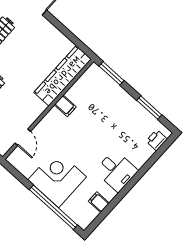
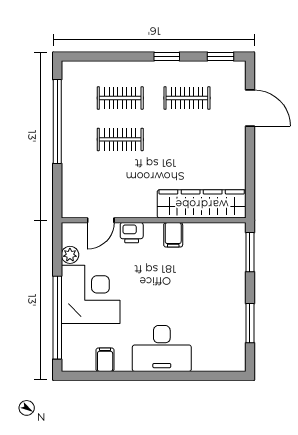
printer: (157, 140) -> (132, 233), moved, turned 180
plant: (26, 170) -> (70, 255), added
desk: (116, 171) -> (162, 349), width x1.37

